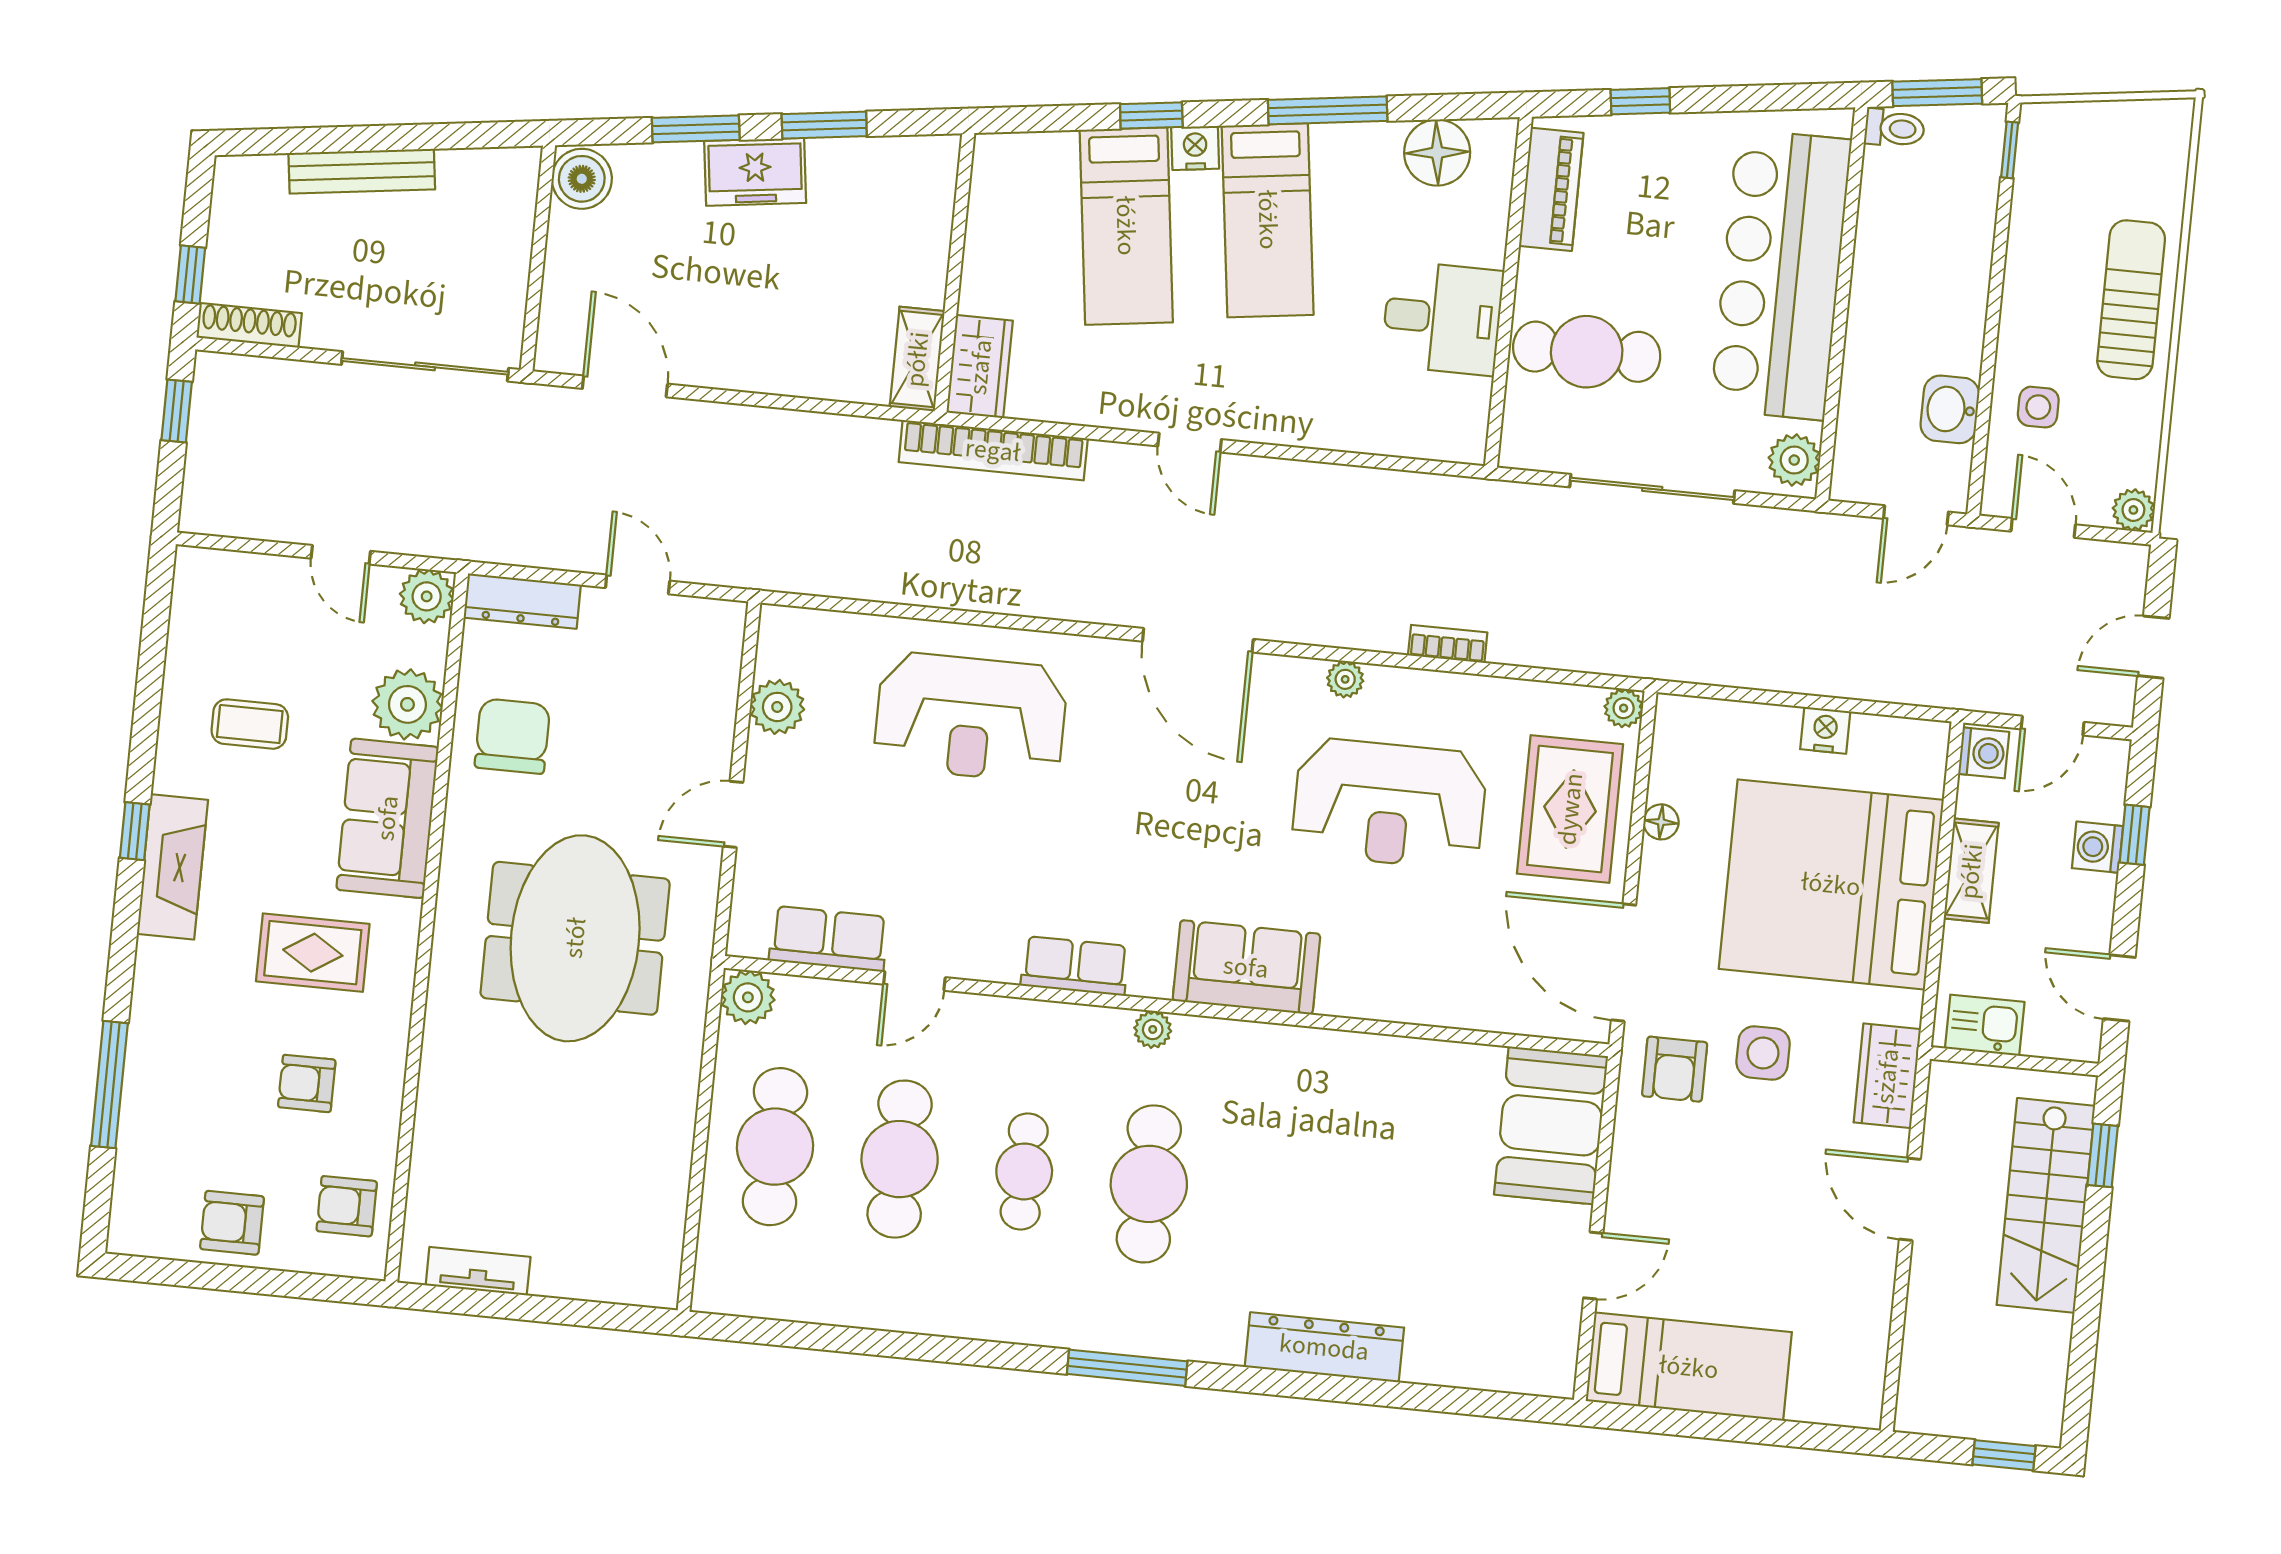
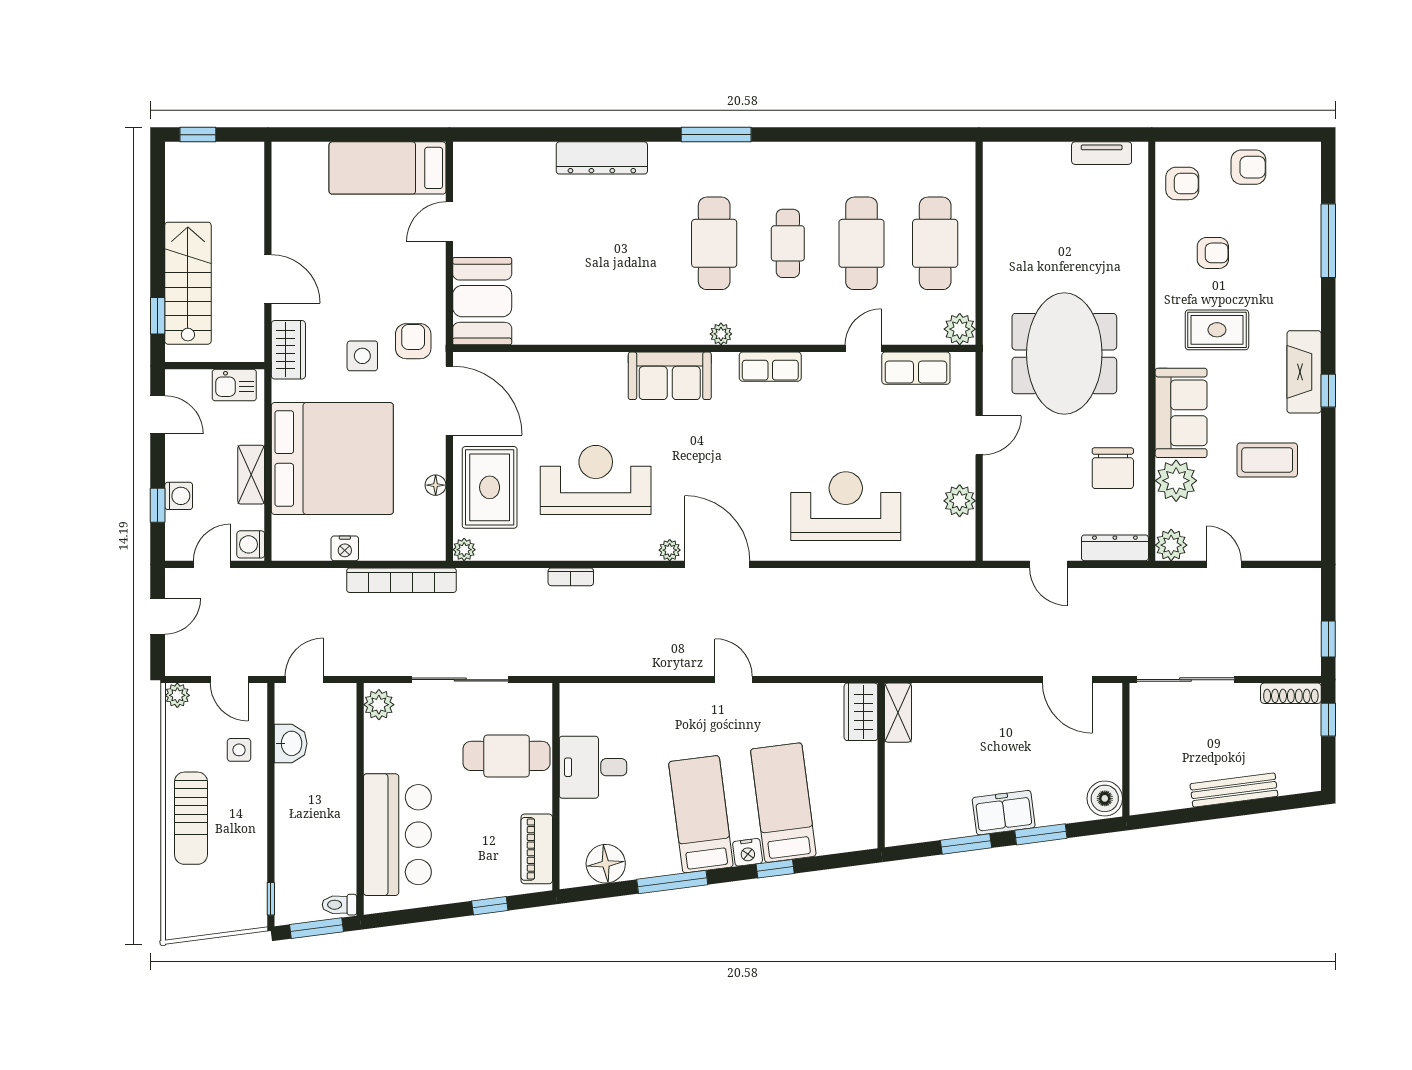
bar counter: (1781, 275) -> (397, 835), width x0.73
bookcase: (993, 450) -> (402, 580), moved, turned 180
plant: (1345, 679) -> (670, 550), moved
coffee table: (250, 724) -> (1267, 460), width x1.36, depth x1.30

